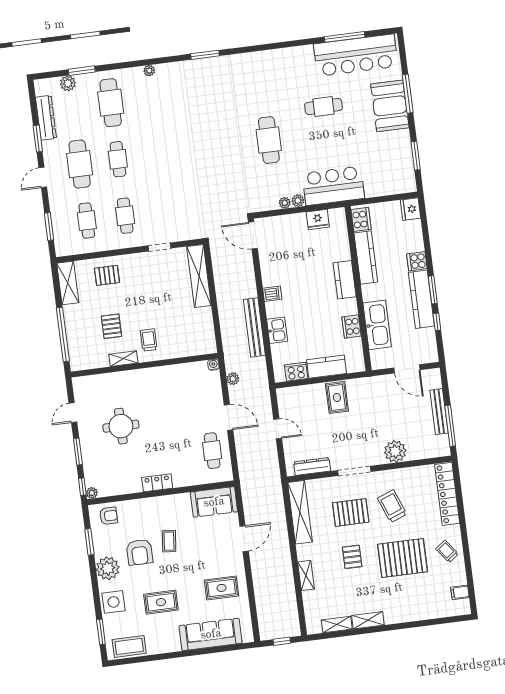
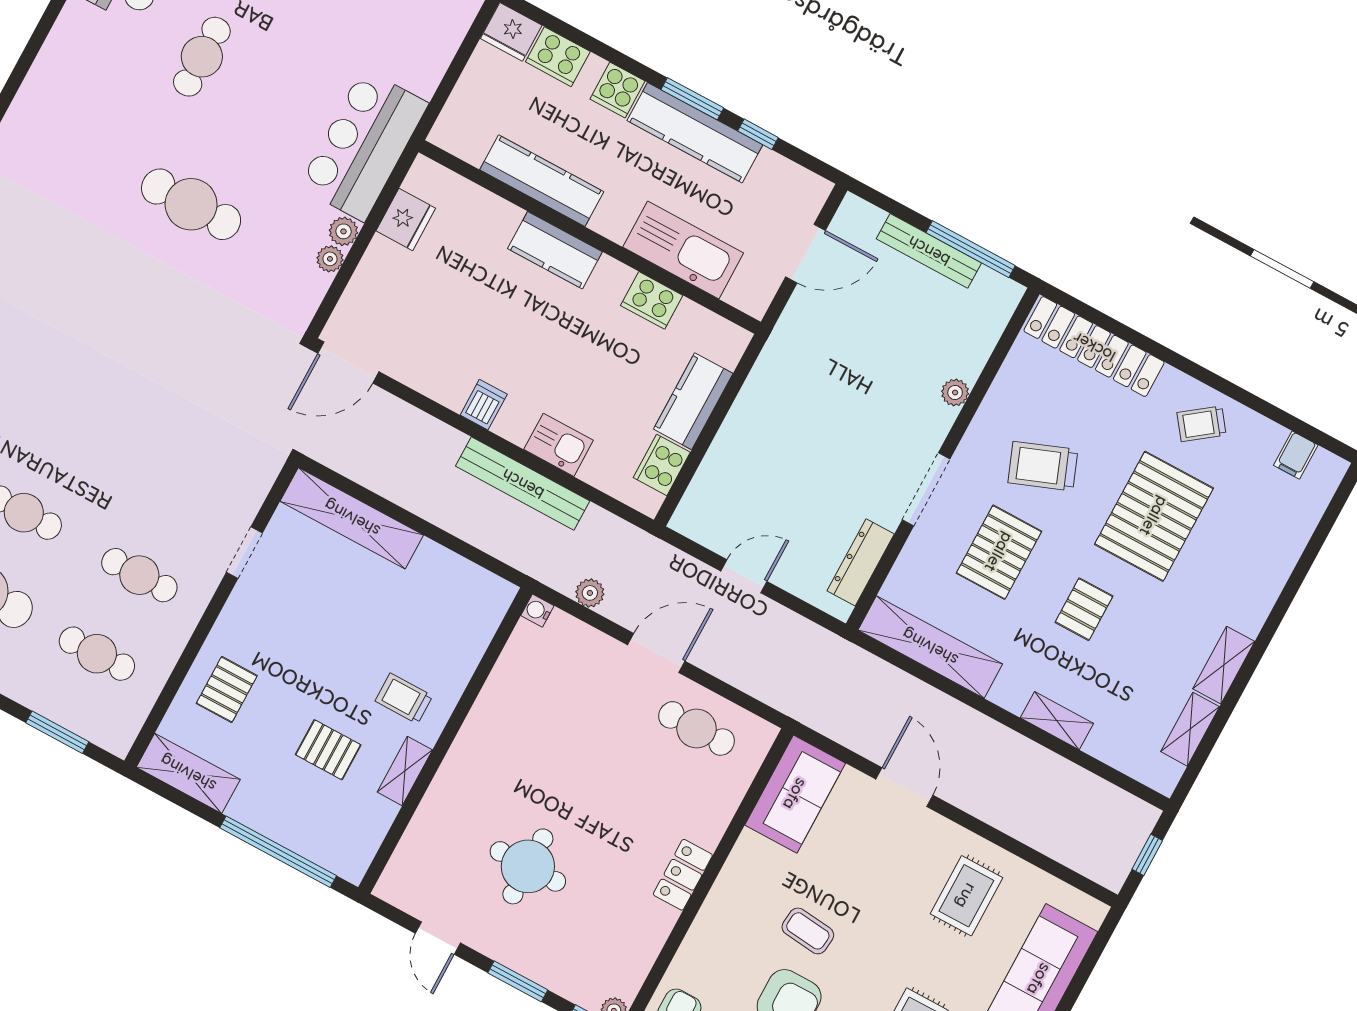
cooker: (361, 219) -> (558, 57), moved, turned 180
rug: (337, 397) -> (765, 423), removed
plant: (395, 451) -> (955, 393), width x0.53, depth x0.53
pallet: (352, 557) -> (1084, 609), turned 90

